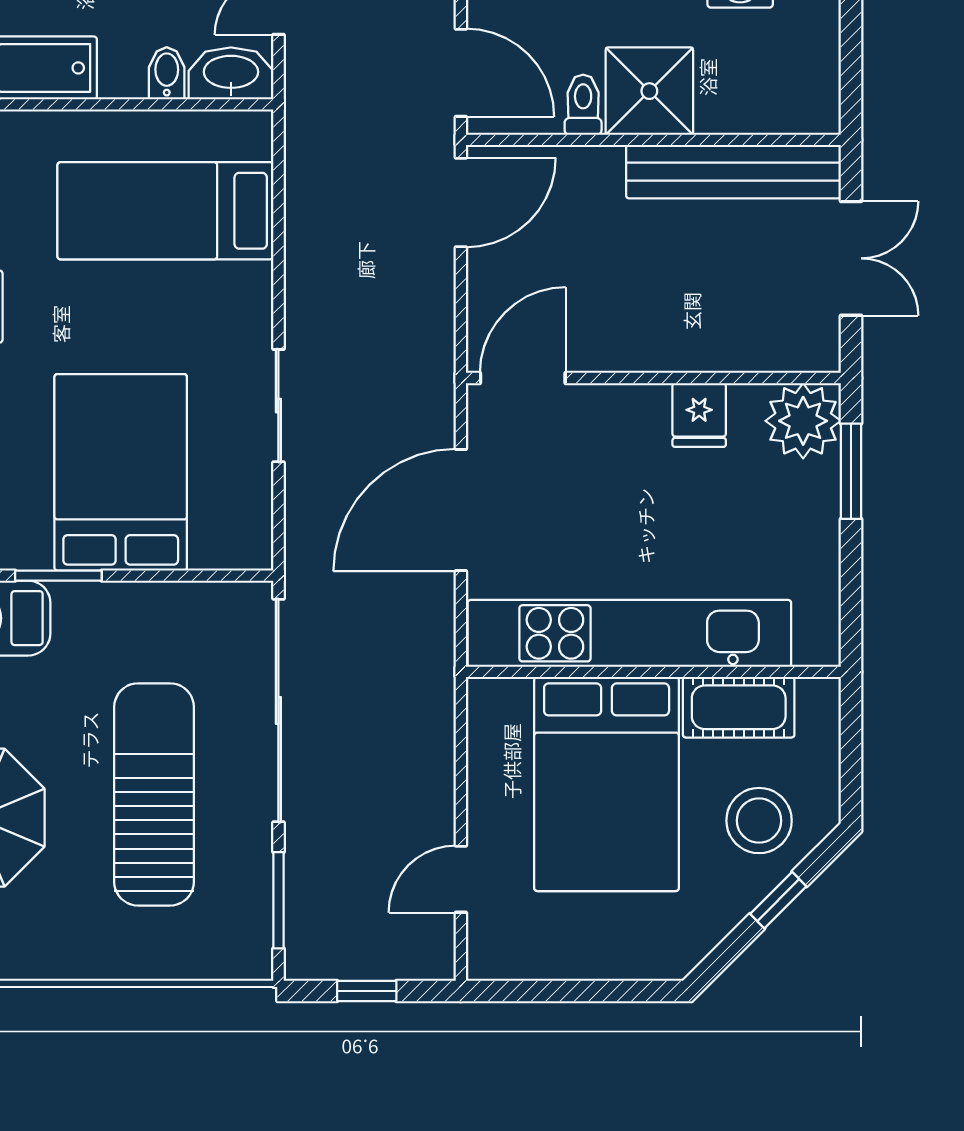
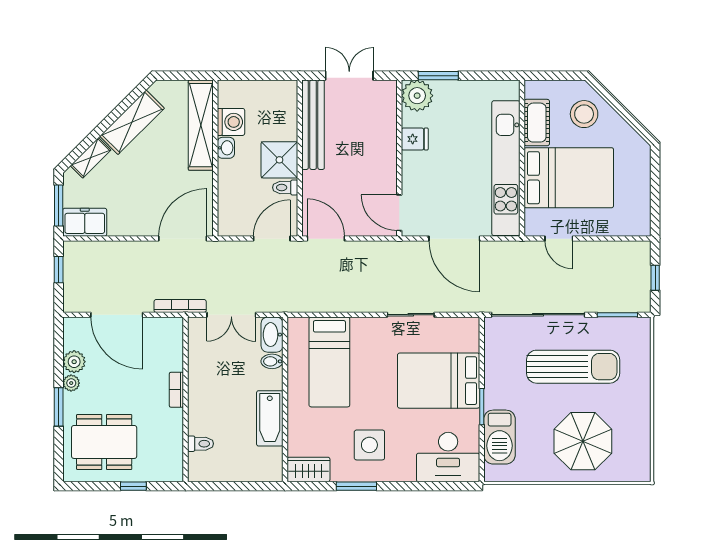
sun lounger: (154, 794) -> (573, 367), turned 180
door: (461, 879) -> (559, 239), moved
window: (778, 900) -> (617, 106), removed

